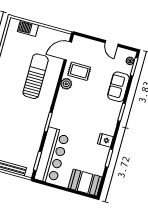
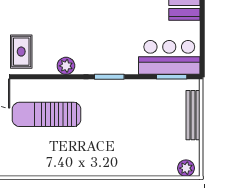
plant: (66, 84) -> (66, 66), moved
bar counter: (52, 156) -> (169, 57), width x0.73

